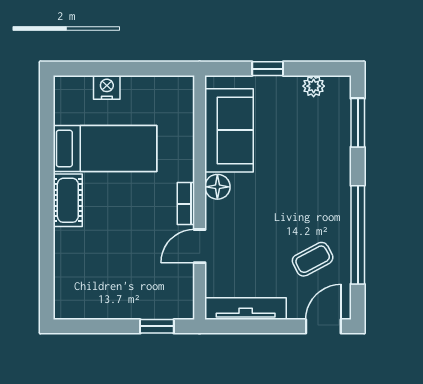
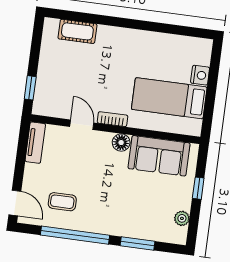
window: (358, 123) -> (138, 243), moved
bed: (105, 149) -> (169, 98), moved, turned 90
cot: (68, 200) -> (77, 31), moved
coffee table: (313, 259) -> (62, 202), turned -62
tv unit: (246, 309) -> (35, 143), width x0.71

